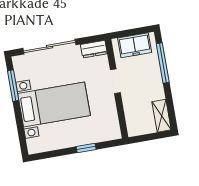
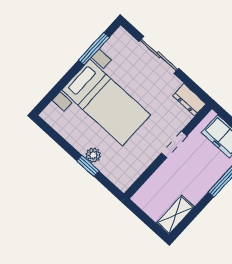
sliding door: (49, 47) -> (159, 55), width x0.73
plant: (82, 139) -> (93, 155), added

